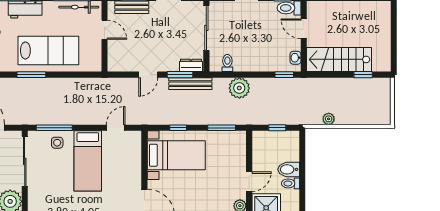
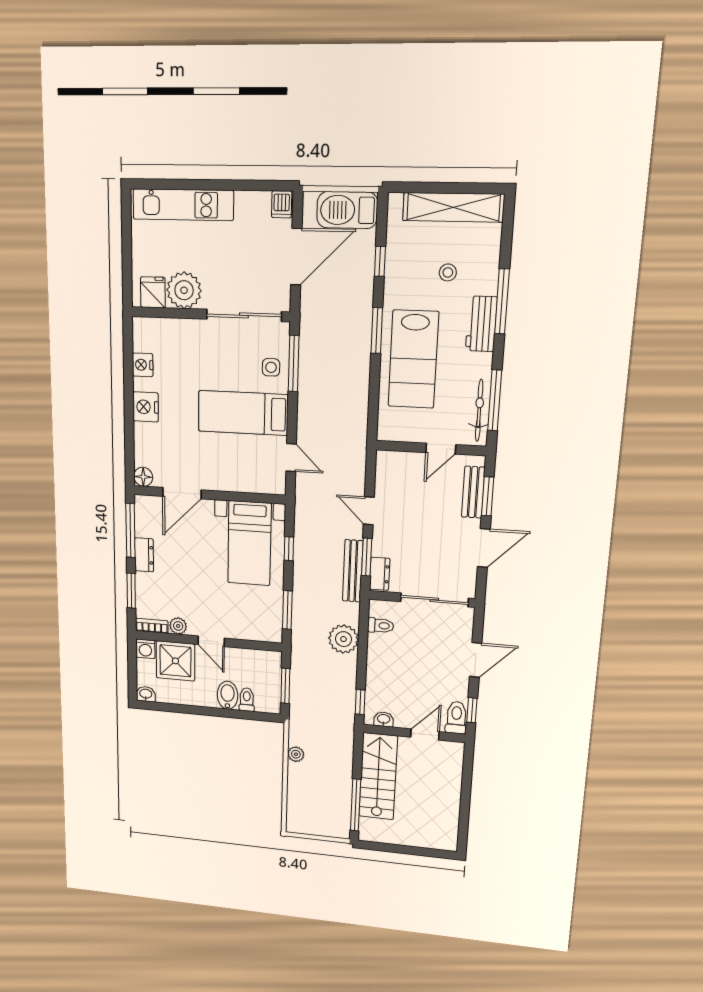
window: (363, 75) -> (356, 805), width x2.17
window: (277, 128) -> (285, 686), width x1.50
toilet: (290, 183) -> (247, 700), moved

